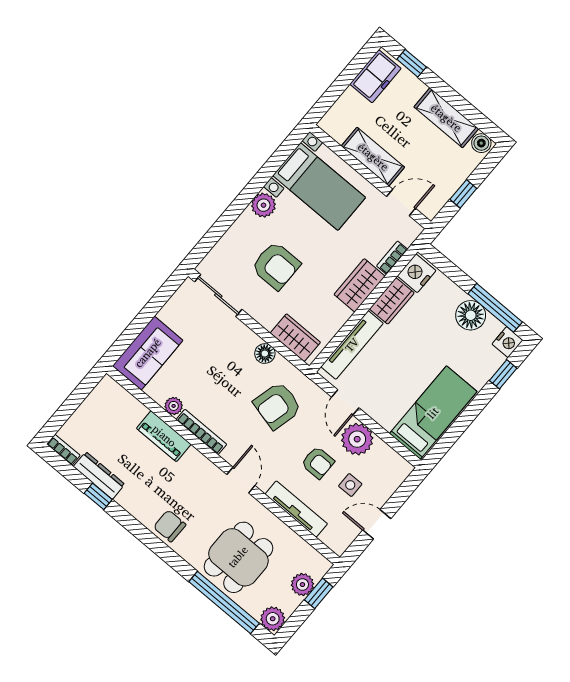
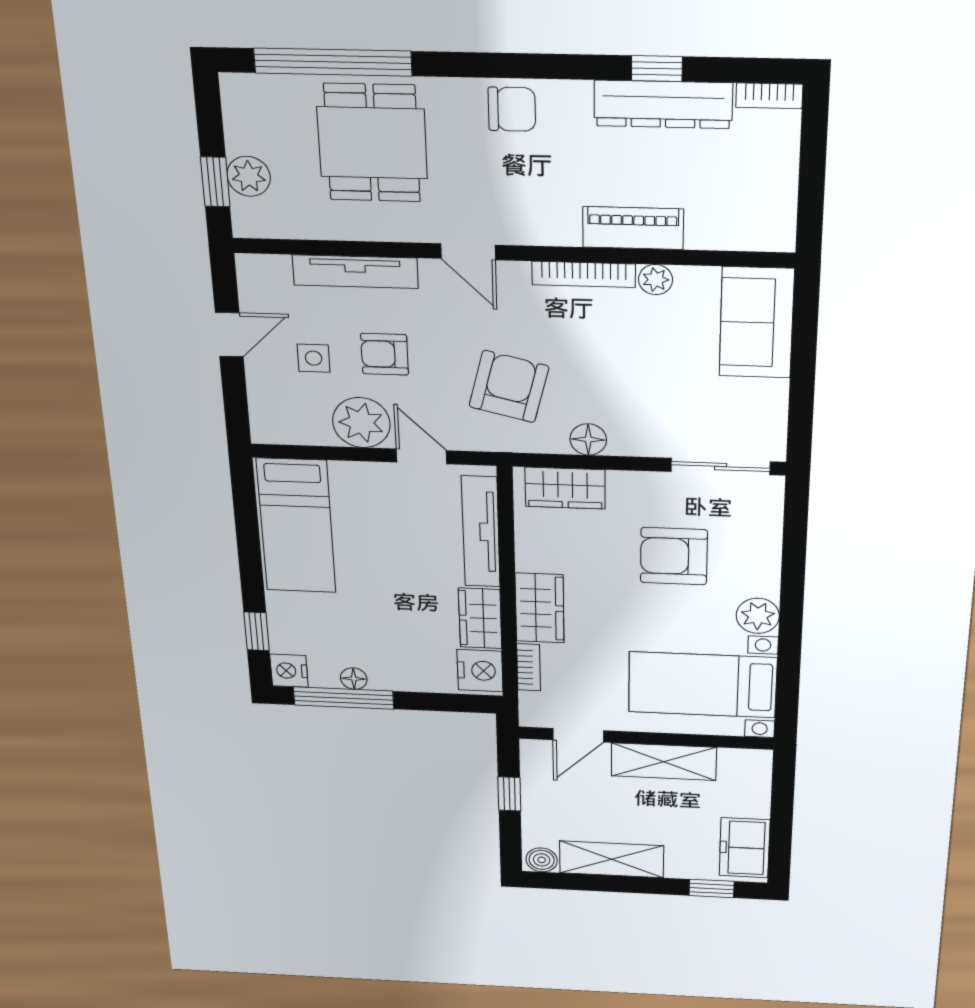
floor lamp: (471, 315) -> (354, 679), width x0.53, depth x0.53
dresser: (99, 475) -> (663, 104), width x1.37, depth x1.24
plant: (273, 619) -> (243, 95), removed

